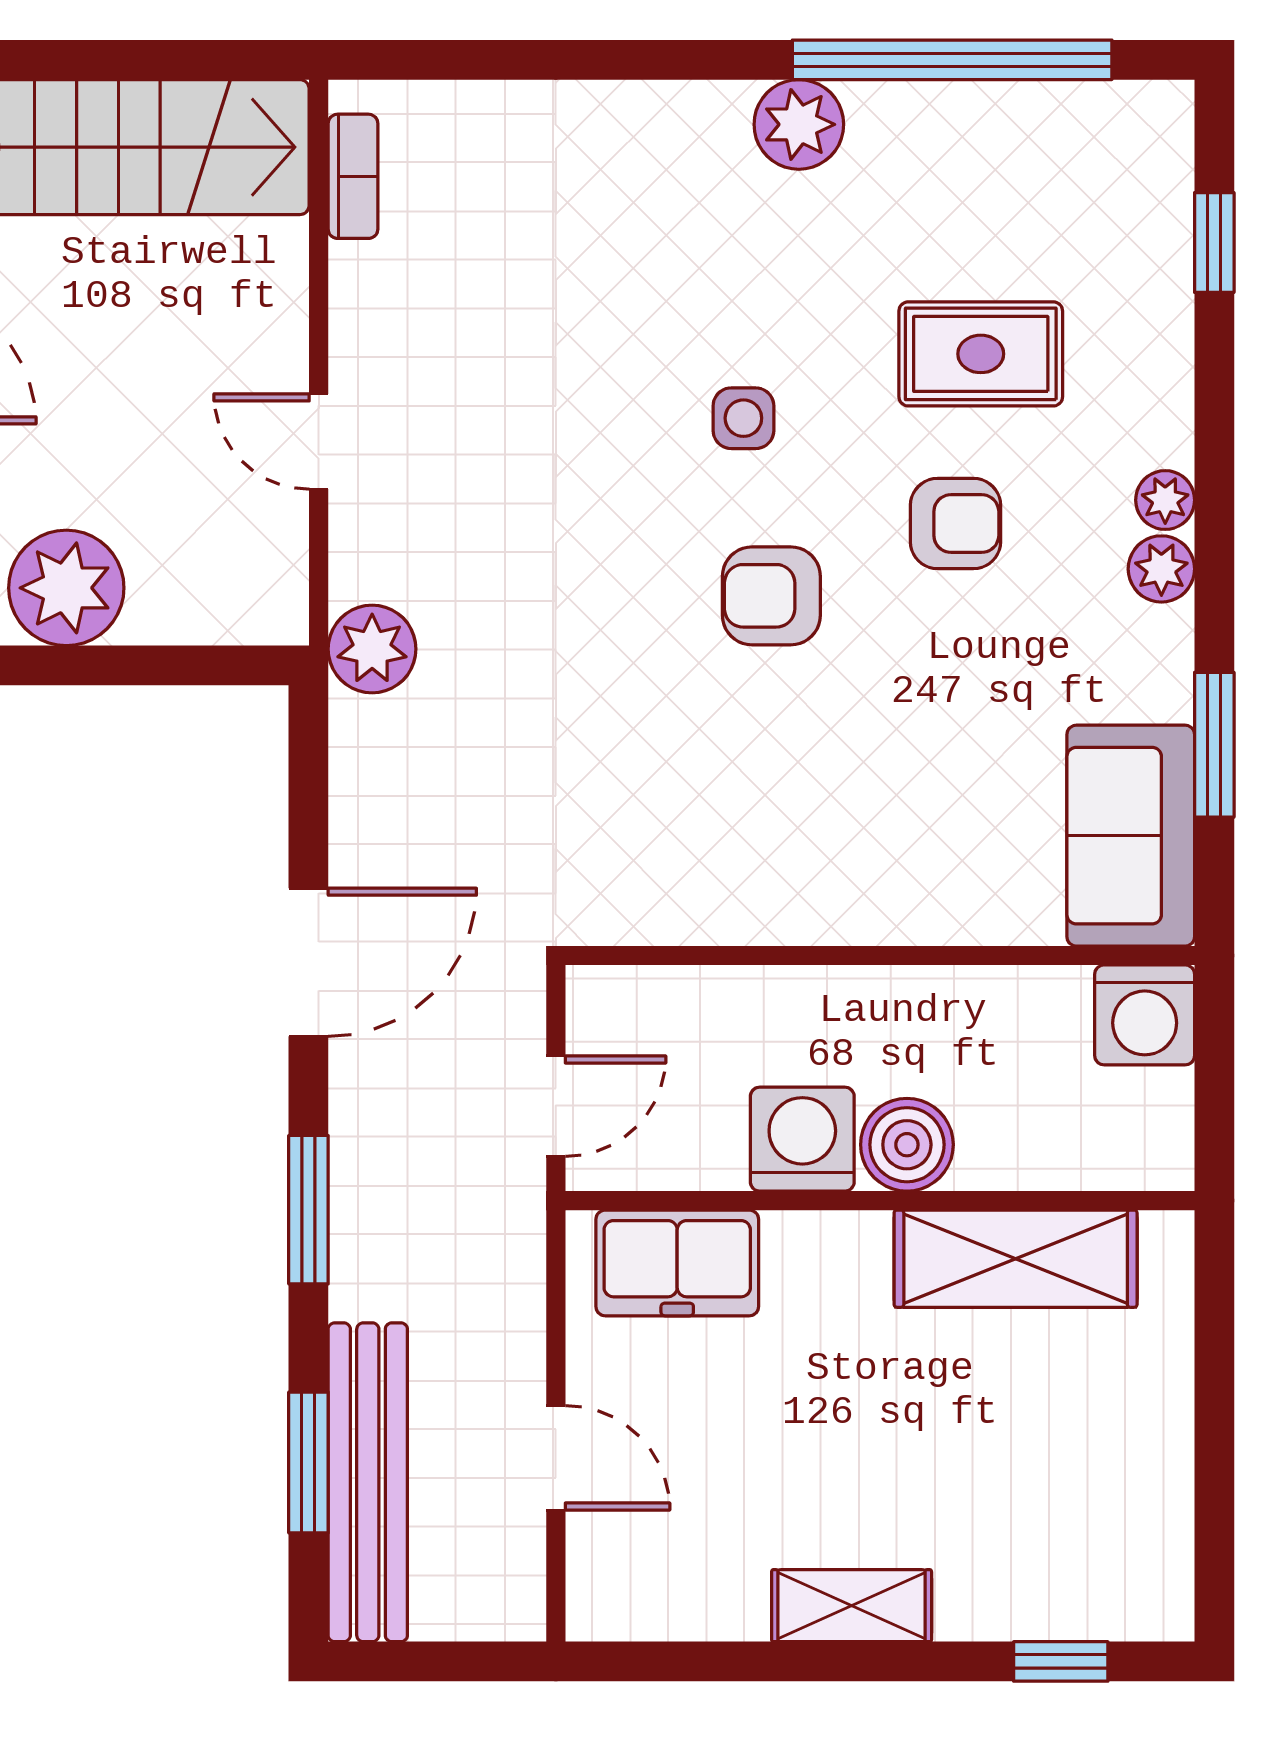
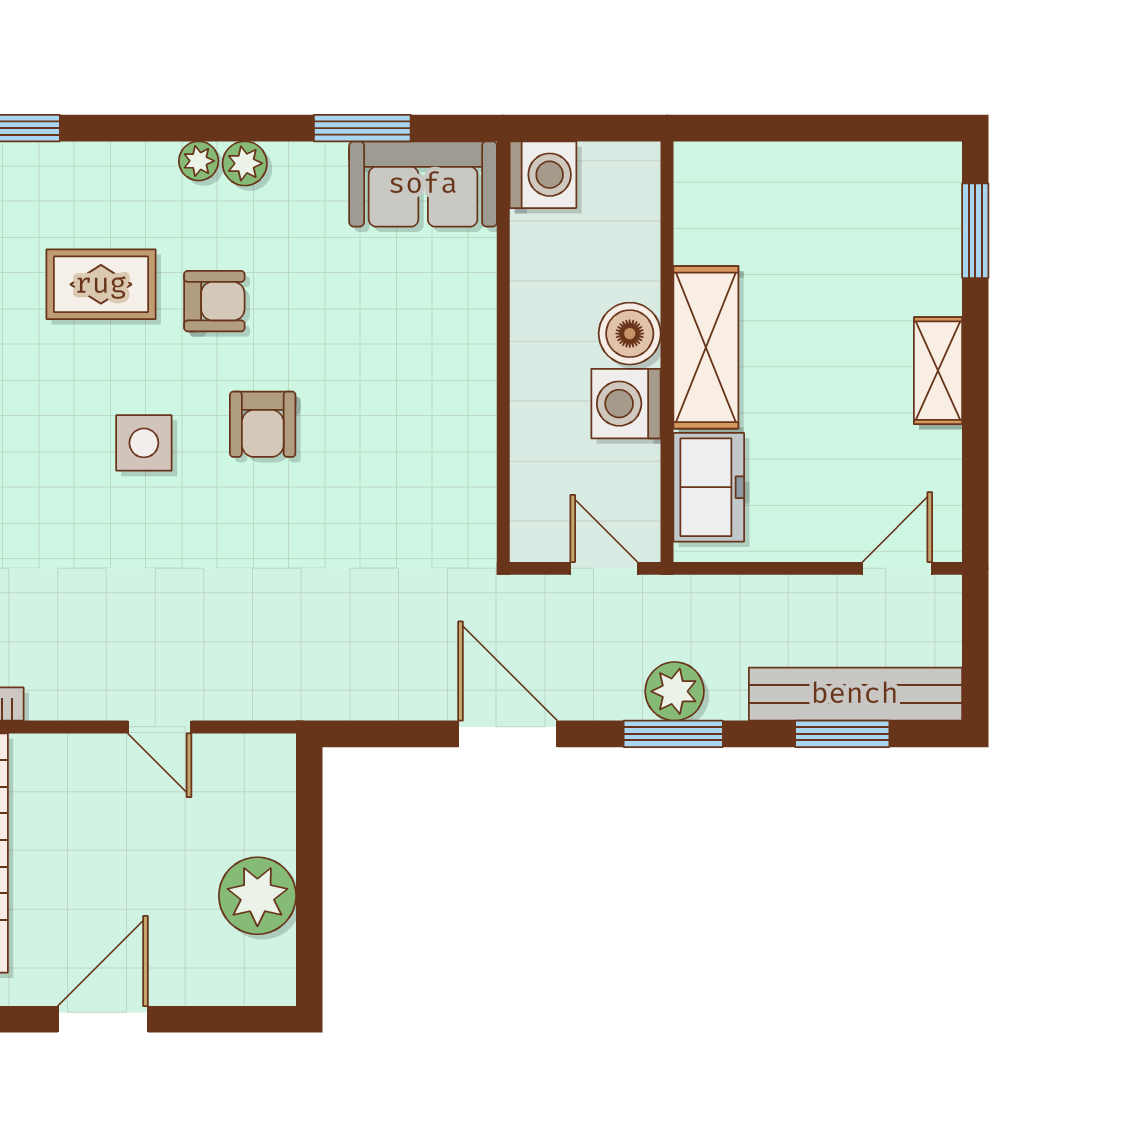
rug: (981, 354) -> (101, 284), turned 90
side table: (743, 418) -> (144, 443), width x1.37, depth x1.37
door: (319, 441) -> (160, 727), hinge flipped
armchair: (955, 524) -> (214, 301), turned 90
plant: (372, 649) -> (675, 691), moved
shelving: (1016, 1259) -> (706, 347), moved
door: (556, 1458) -> (897, 568), moved
window: (1061, 1661) -> (975, 231), width x1.50

